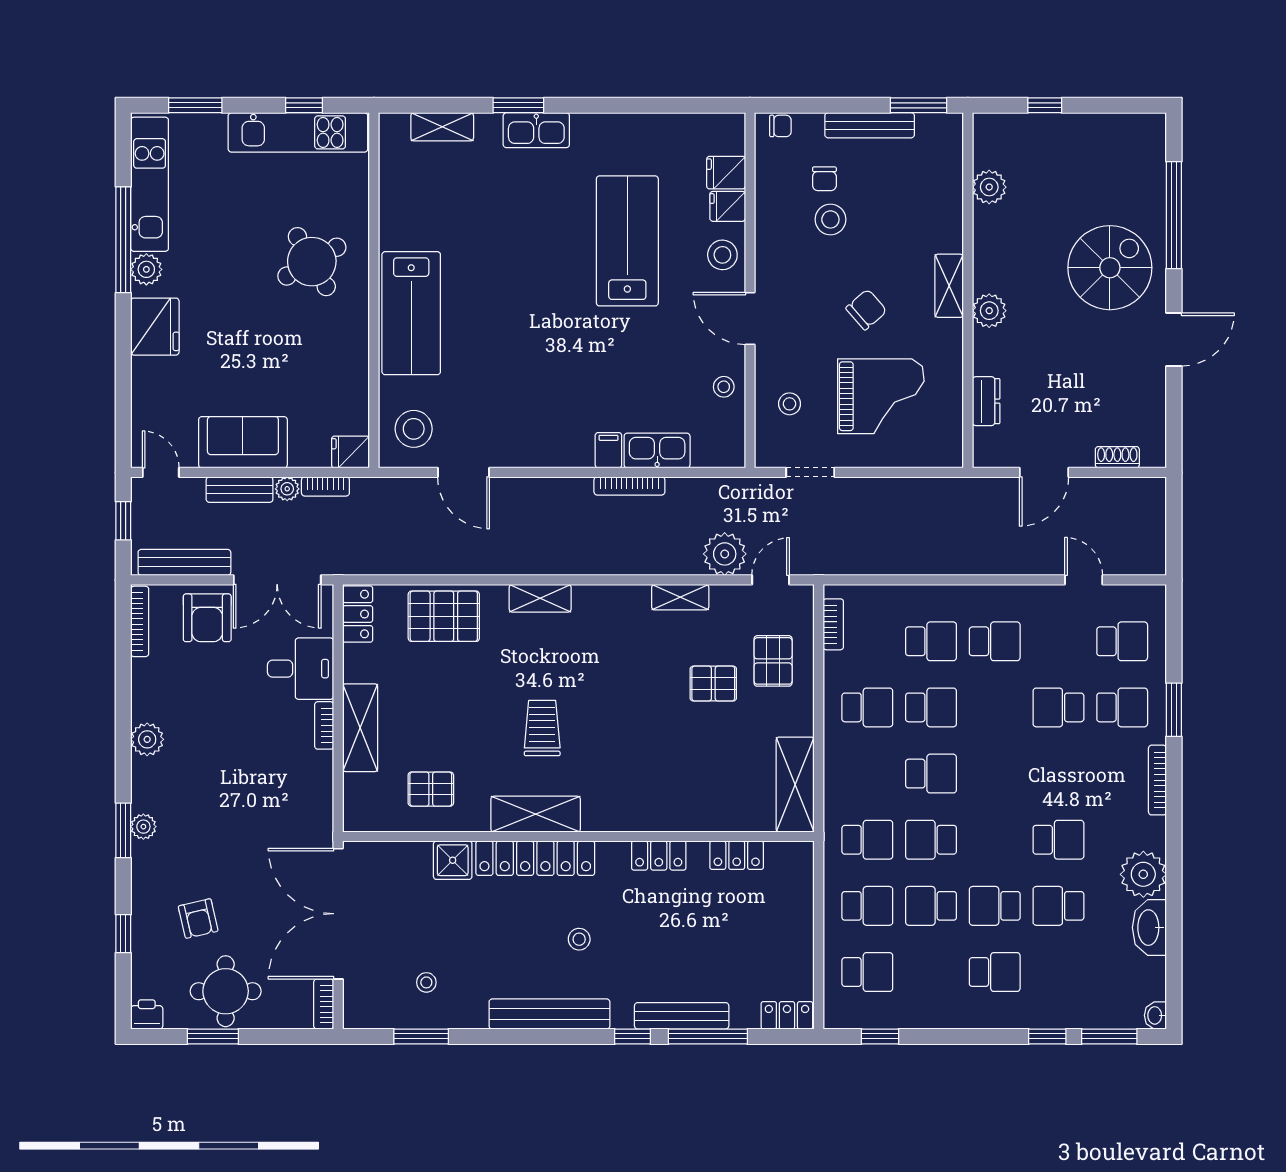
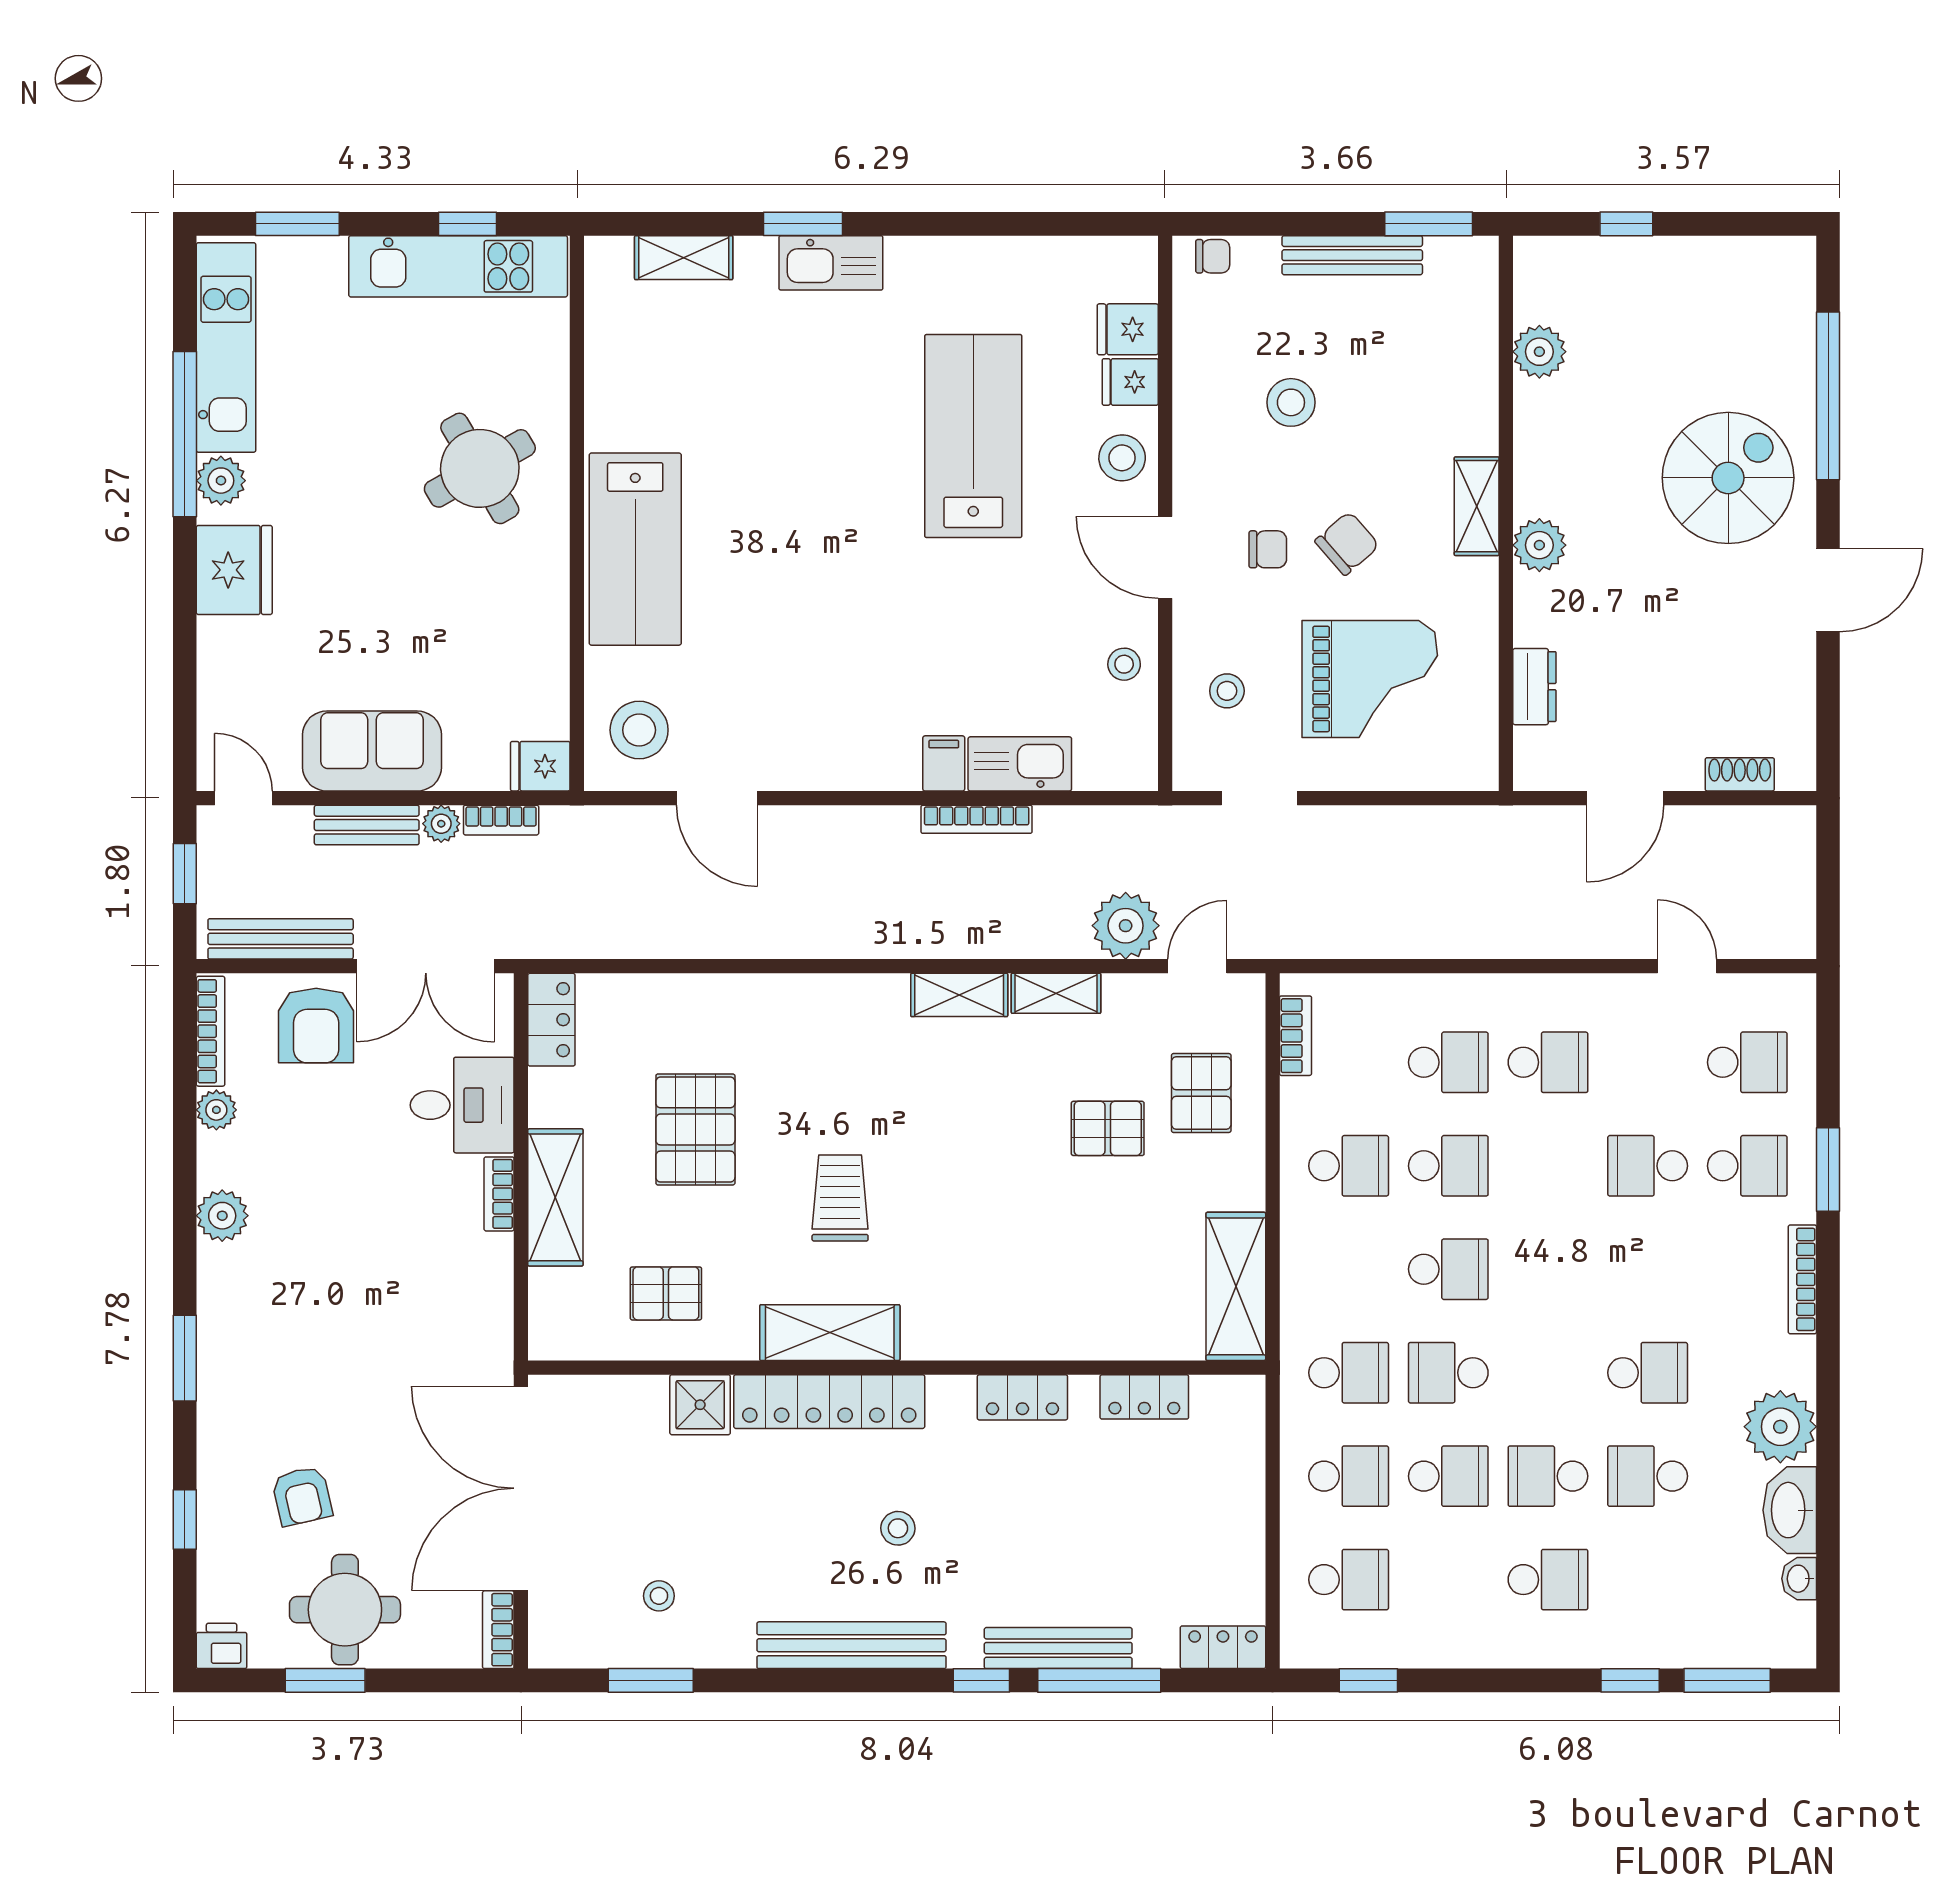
chair: (824, 179) -> (1268, 549), moved, turned -90
shelving: (540, 598) -> (959, 995), moved
pallet: (444, 616) -> (695, 1129), moved, turned 90
plant: (143, 827) -> (216, 1110), moved
school desk: (931, 906) -> (1448, 1476), turned 180
washbasin: (1155, 1015) -> (1799, 1579), moved

